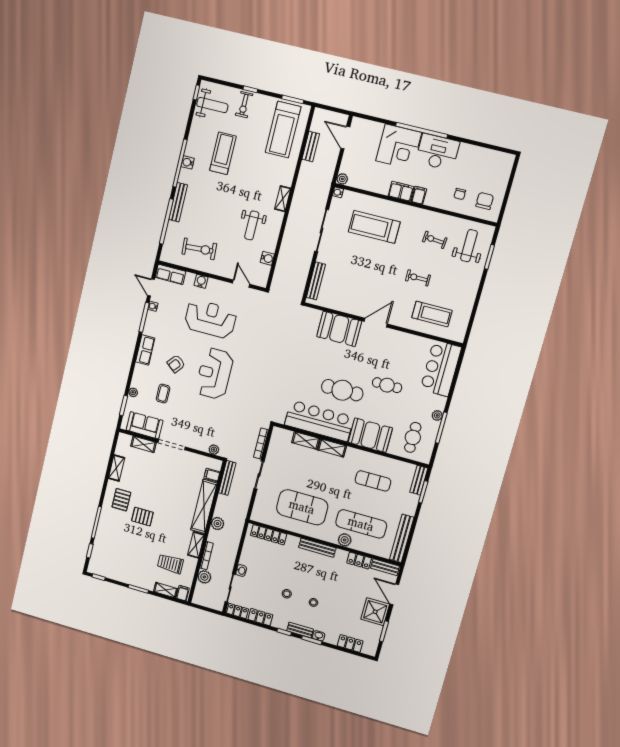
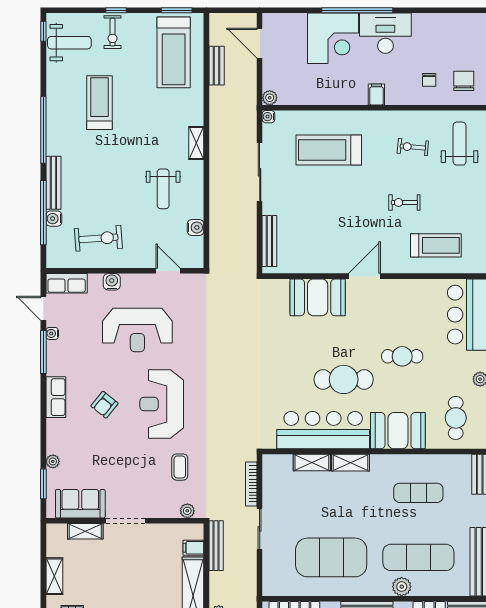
water cooler: (188, 162) -> (54, 219), moved
filing cabinet: (401, 191) -> (352, 95), removed
reception desk: (210, 319) -> (137, 330), turned 180
coffee table: (163, 394) -> (180, 467), moved

